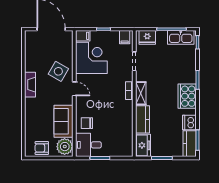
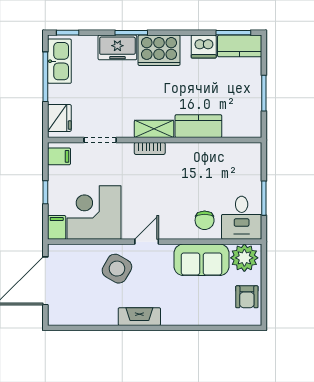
freezer: (143, 145) -> (117, 47), moved, turned 180

